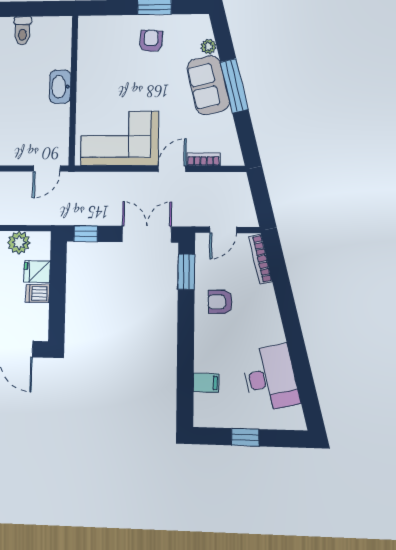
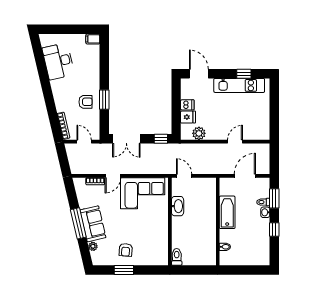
toilet: (23, 31) -> (177, 257), moved
washbasin: (60, 87) -> (178, 206), moved
door: (47, 168) -> (184, 176), hinge flipped
door: (223, 230) -> (84, 142), hinge flipped
window: (186, 272) -> (104, 100), moved
filing cabinet: (206, 383) -> (93, 39), moved
window: (245, 437) -> (72, 29), removed

